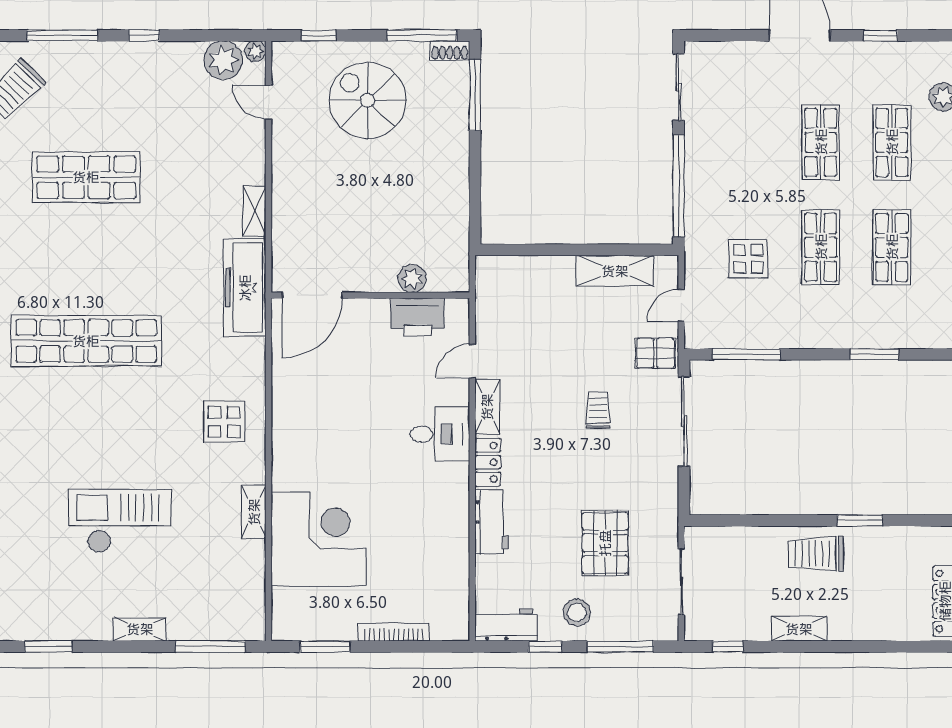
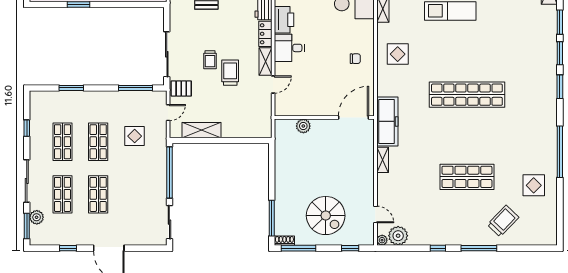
printer: (417, 317) -> (284, 20), moved, turned 90
trolley: (558, 385) -> (230, 73), added
chair: (309, 413) -> (355, 59), added

